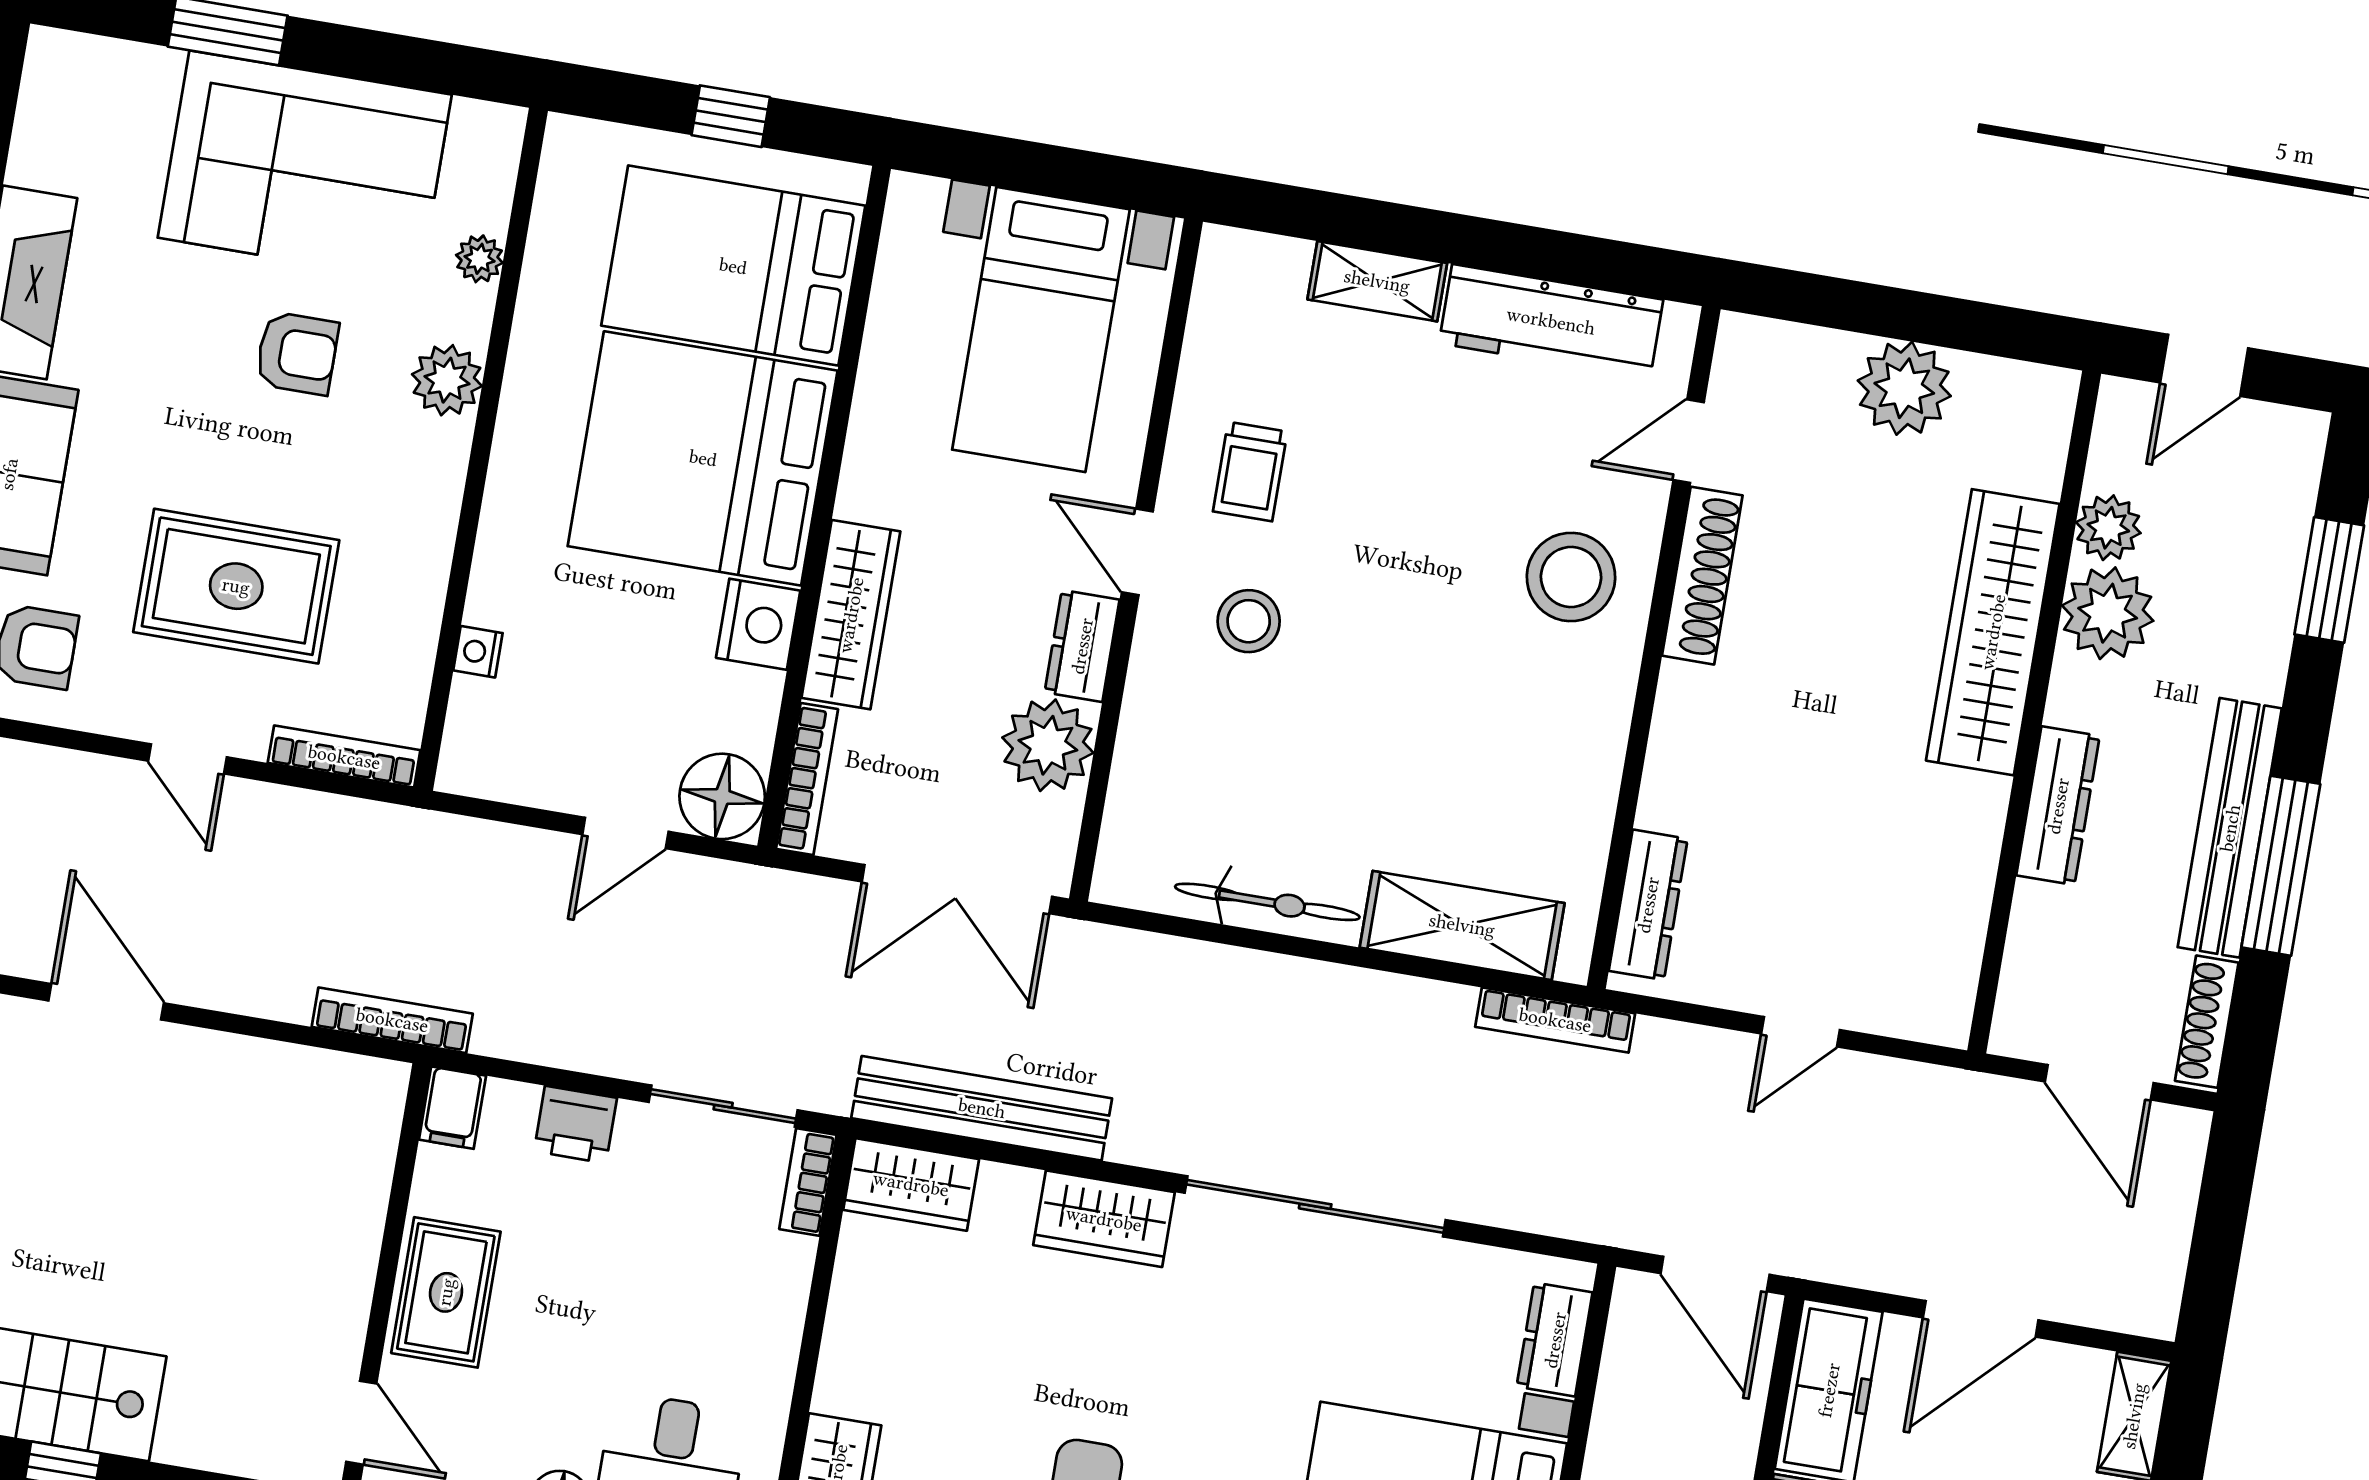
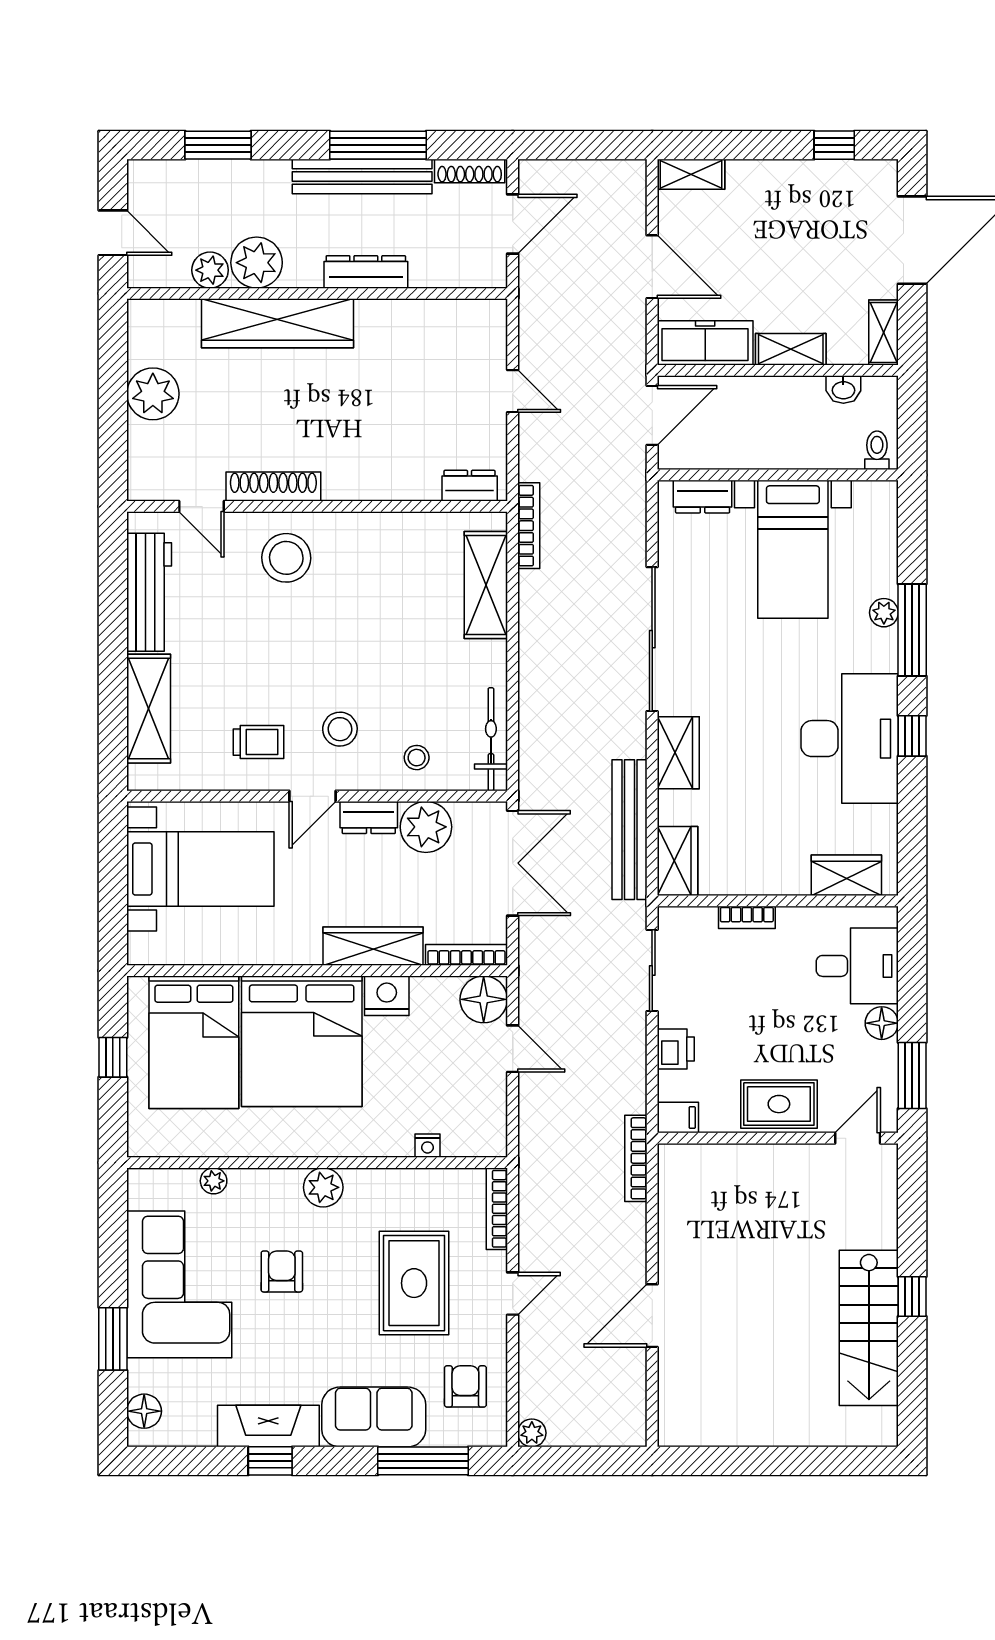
floor lamp: (89, 65) -> (144, 1411), added
shelving: (1377, 281) -> (149, 709), width x1.50, depth x1.33
plant: (447, 380) -> (323, 1187), moved
stool: (1175, 750) -> (417, 758), added
bicycle: (1267, 902) -> (491, 739), moved
dresser: (1648, 905) -> (470, 486), width x0.70
bookcase: (808, 1182) -> (747, 917), moved

